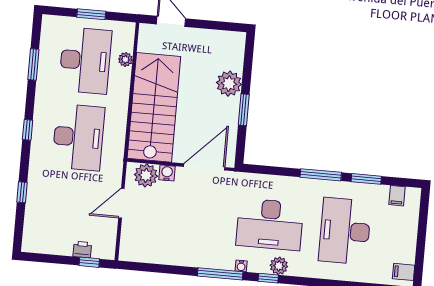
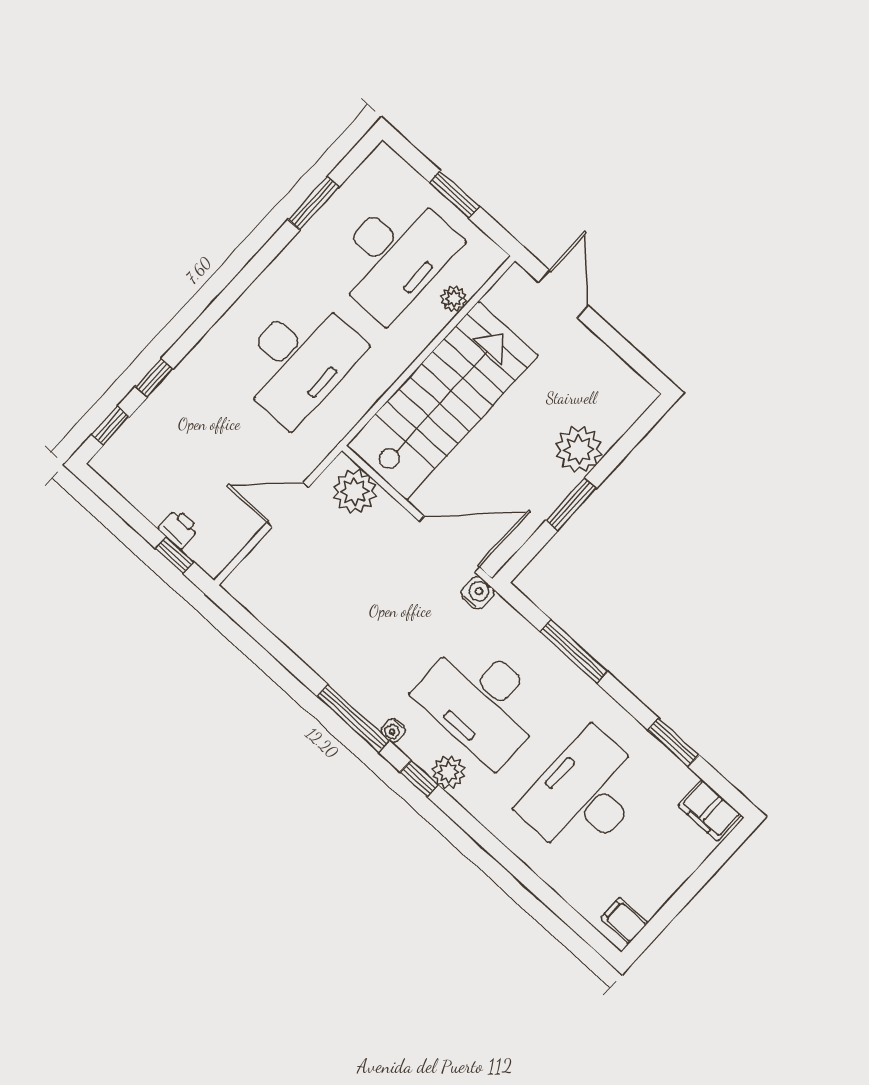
window: (28, 130) -> (111, 426), moved
water cooler: (167, 173) -> (478, 593), moved
window: (321, 175) -> (574, 652), moved
filing cabinet: (397, 196) -> (710, 810), width x2.00

